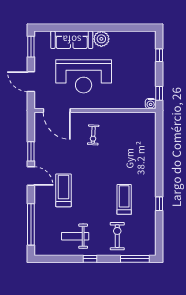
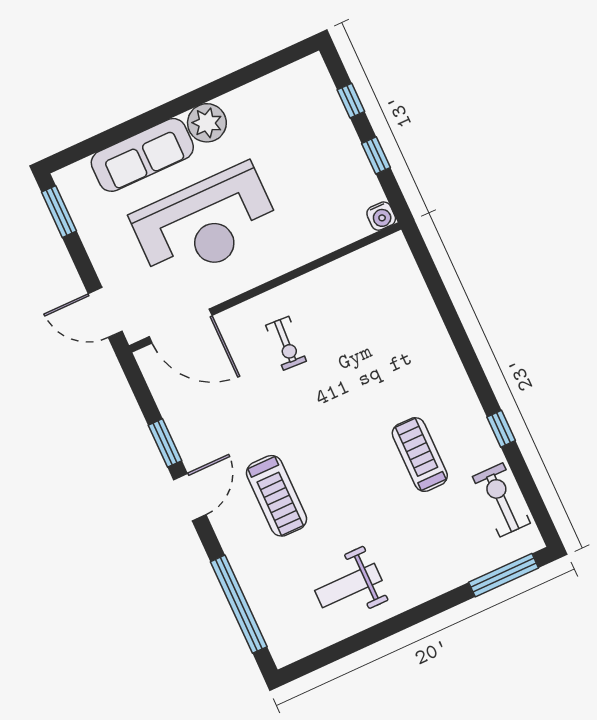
door: (31, 82) -> (105, 312), moved
window: (159, 93) -> (376, 155), moved
door: (31, 176) -> (190, 497), hinge flipped
treadmill: (64, 190) -> (277, 496), turned 180
exercise bike: (117, 236) -> (501, 500), moved
window: (90, 259) -> (404, 621), removed

